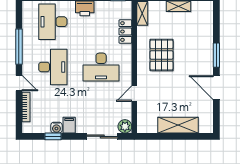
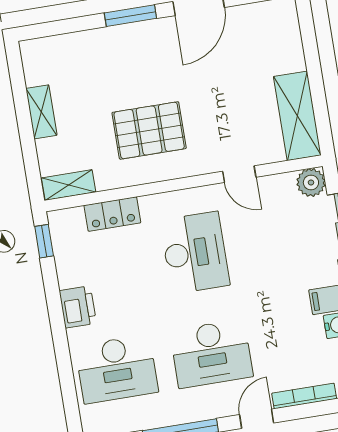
desk: (53, 67) -> (211, 354), turned 180
shelving: (178, 125) -> (297, 116), moved

